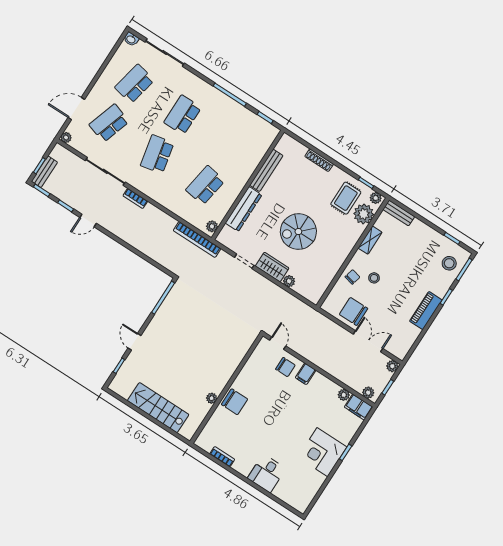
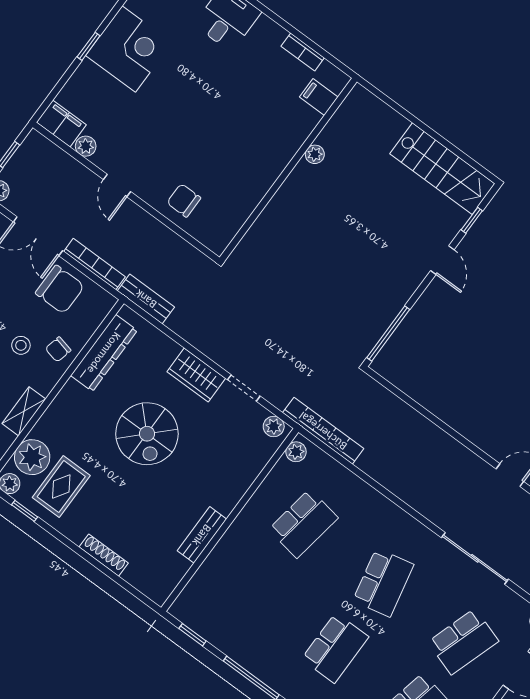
bench: (266, 170) -> (202, 535), width x0.73
bookcase: (135, 198) -> (95, 264), moved, width x1.56
dresser: (243, 209) -> (104, 353), moved, turned 180
spiral stairs: (298, 232) -> (147, 434), turned 90
plant: (289, 281) -> (274, 426), moved
bench: (304, 309) -> (146, 299), added
door: (278, 343) -> (117, 186), moved
filing cabinet: (306, 374) -> (319, 97), moved, turned -90
plant: (368, 393) -> (43, 147), removed
chair: (235, 402) -> (275, 146), removed
stairs: (158, 408) -> (442, 169), moved

